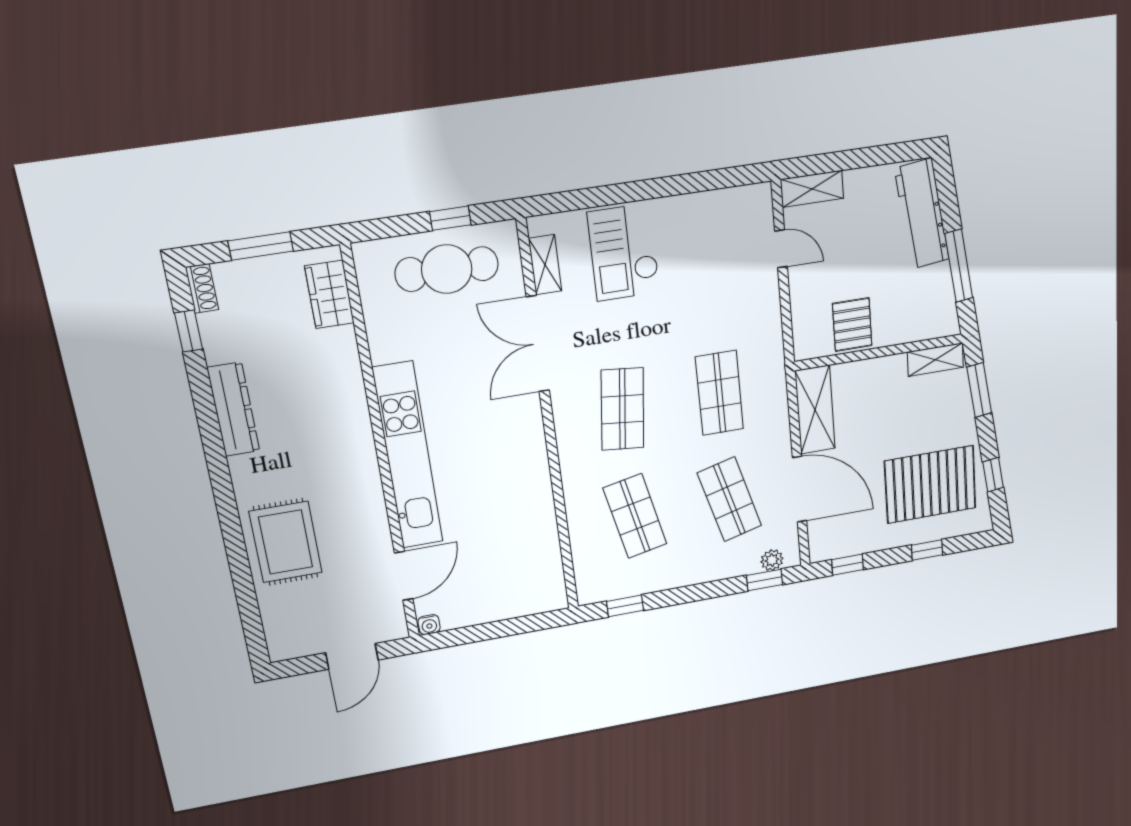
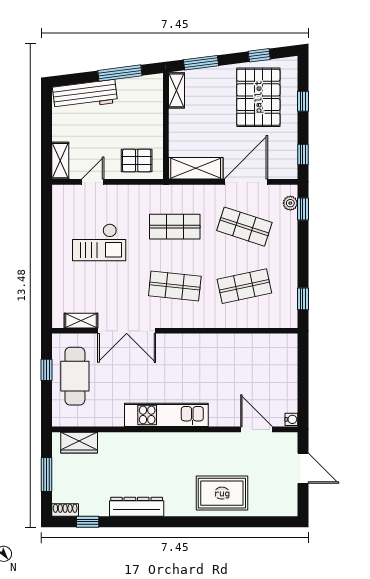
checkout: (624, 252) -> (99, 242), moved
pallet: (852, 325) -> (137, 161), moved
kitchen unit: (408, 456) -> (166, 415), width x0.73
shop shelf: (730, 499) -> (244, 227), turned 33

